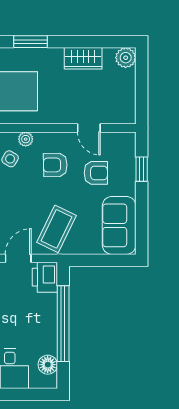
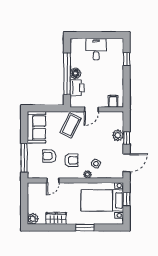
door: (89, 128) -> (53, 180), swing flipped
window: (142, 169) -> (24, 158), width x2.17
printer: (45, 277) -> (77, 88), moved
floor lamp: (48, 365) -> (75, 73), moved

